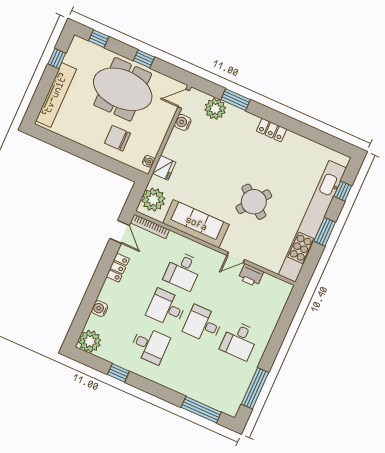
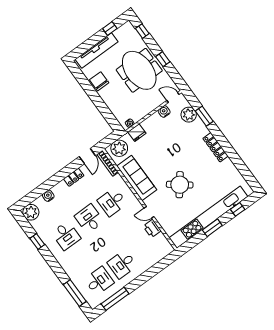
locker: (272, 130) -> (216, 147), width x1.53
chair: (118, 138) -> (99, 81), moved
desk: (203, 324) -> (99, 281), moved, turned 90

